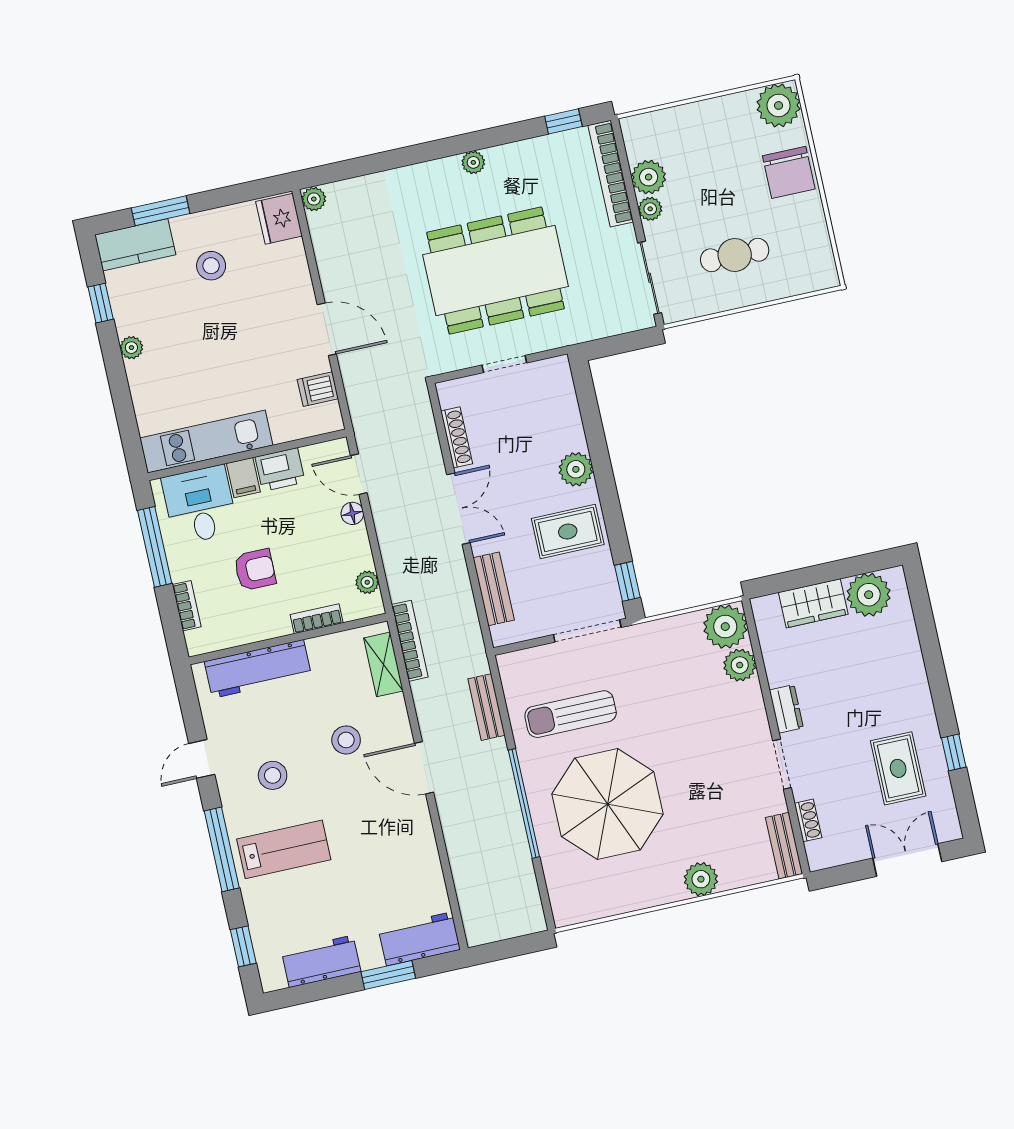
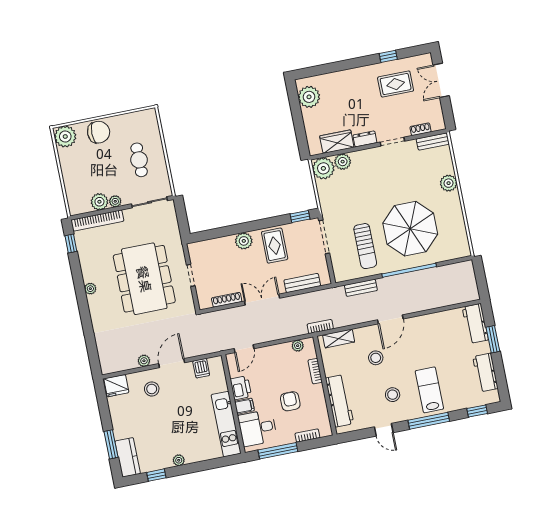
plant: (314, 199) -> (144, 361), moved
stool: (211, 266) -> (152, 389), moved
floor lamp: (352, 513) -> (263, 352), removed
wardrobe: (813, 603) -> (337, 142), moved, turned -90
bookcase: (410, 641) -> (320, 327), width x0.64

